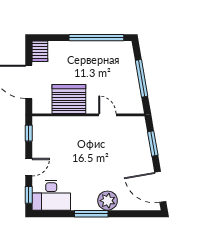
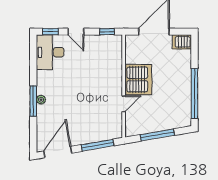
server rack: (69, 99) -> (138, 80), moved
window: (153, 144) -> (97, 145), width x1.44
plant: (108, 201) -> (41, 100), width x0.53, depth x0.53
window: (91, 214) -> (33, 101), moved

